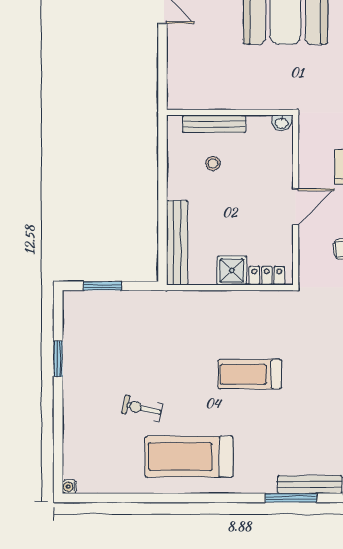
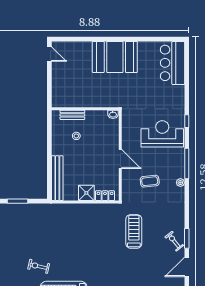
bench: (214, 124) -> (72, 115), width x0.73
door: (296, 207) -> (120, 159), hinge flipped
treadmill: (250, 374) -> (134, 231), moved, turned 90

